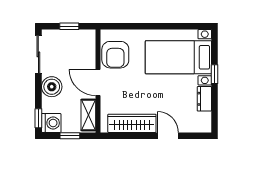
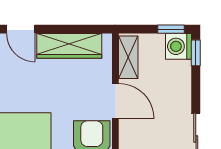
boiler: (52, 87) -> (178, 95), removed
window: (70, 136) -> (171, 29), moved

